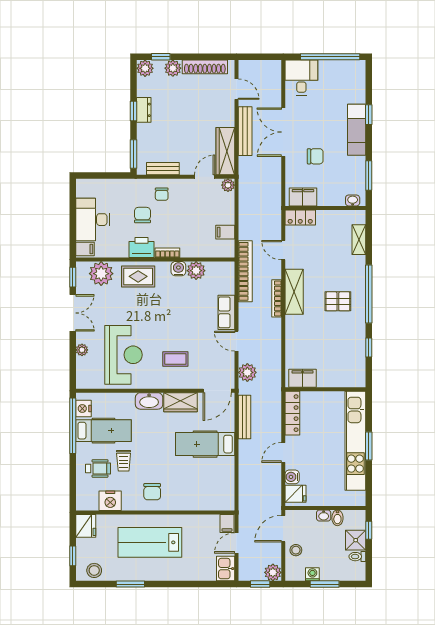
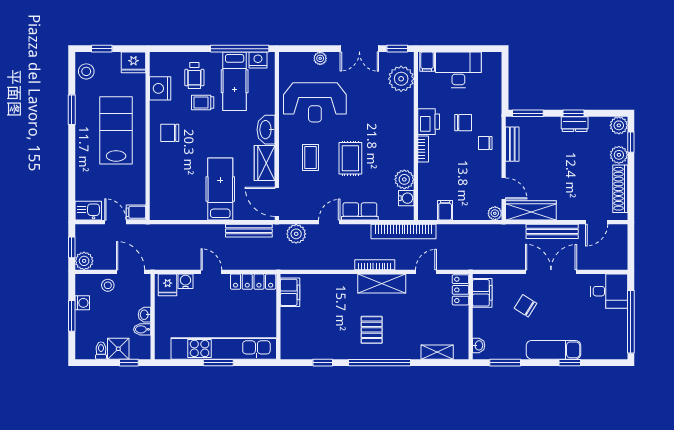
chair: (315, 156) -> (525, 306), turned 122
water cooler: (178, 269) -> (406, 198), moved
rug: (138, 276) -> (350, 158), moved

